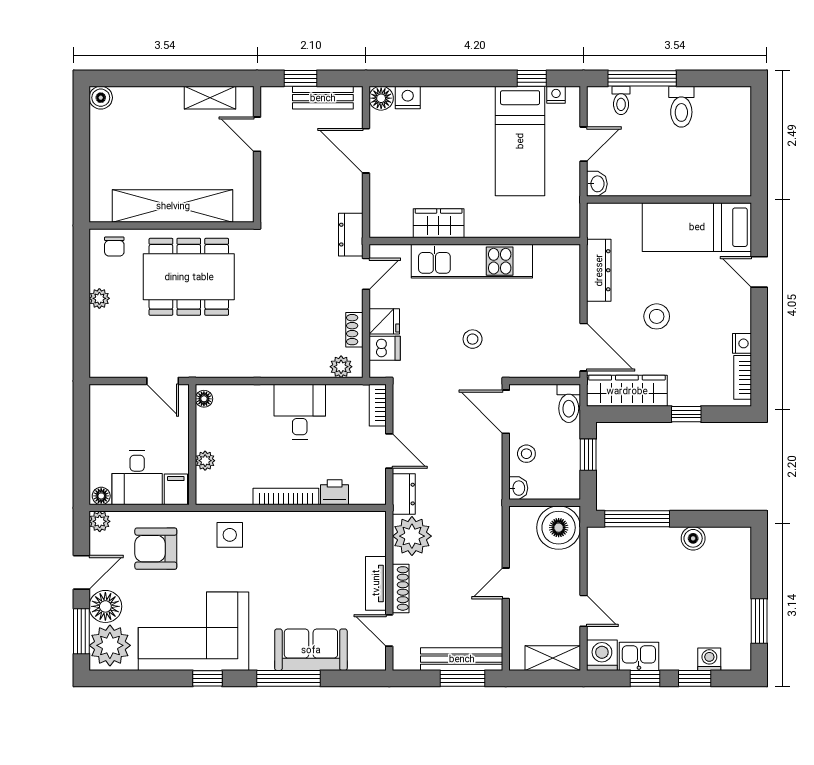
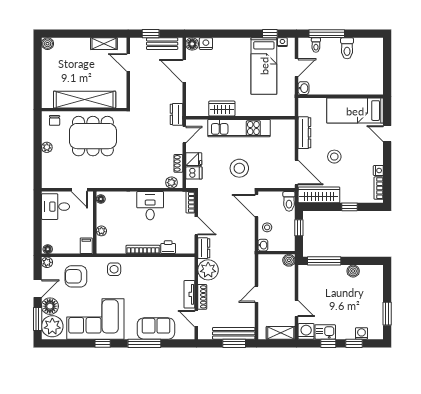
stool: (473, 339) -> (239, 168), width x1.89, depth x1.89
desk: (137, 478) -> (56, 207), moved, turned 90
boiler: (559, 528) -> (289, 260), width x0.54, depth x0.54

